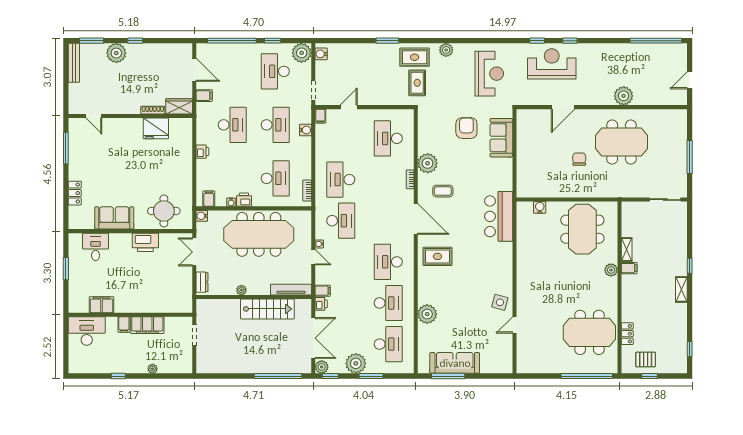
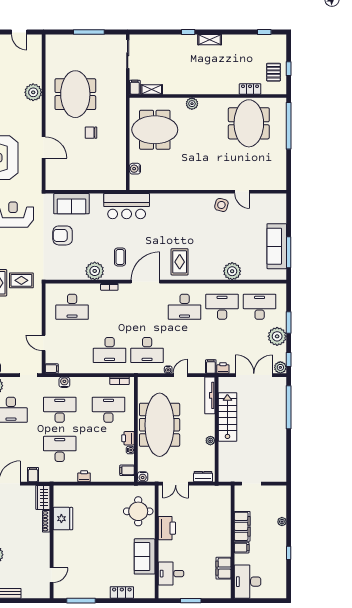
bar counter: (499, 216) -> (127, 206), moved
desk: (341, 221) -> (147, 350), turned 180
shelving: (627, 250) -> (152, 89), moved
filing cabinet: (629, 268) -> (135, 87), moved

